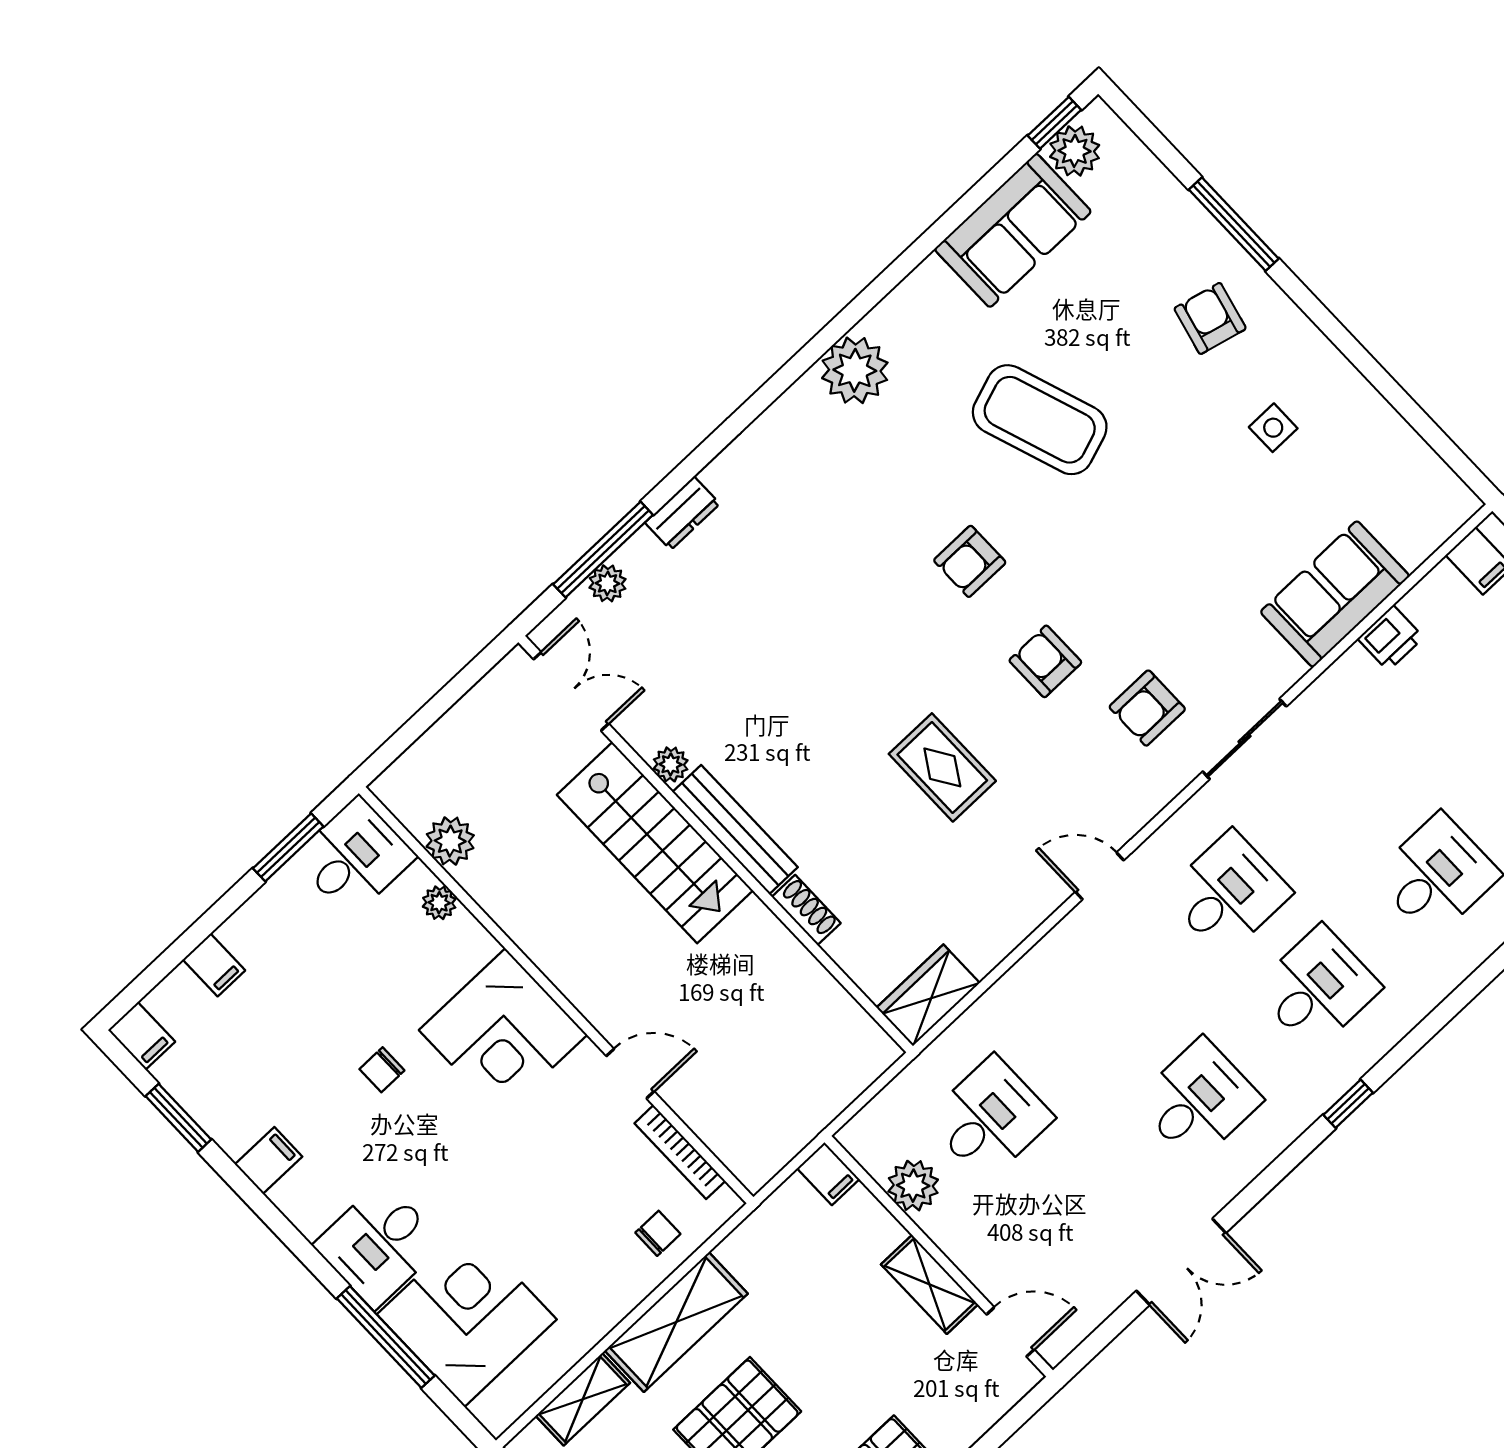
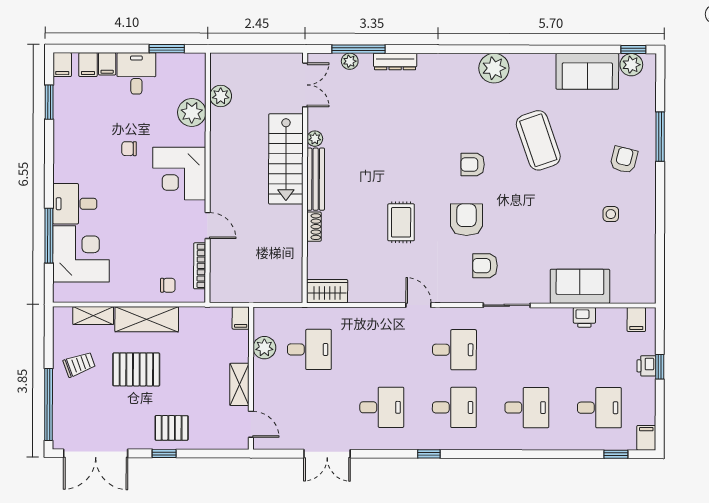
dresser: (682, 513) -> (395, 61), width x1.44
armchair: (1045, 661) -> (466, 220), width x1.38, depth x1.38
desk: (354, 857) -> (136, 73), moved, turned -90
plant: (439, 903) -> (192, 112), width x1.88, depth x1.88
filing cabinet: (269, 1160) -> (88, 65), moved, turned 90

